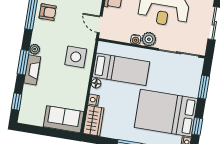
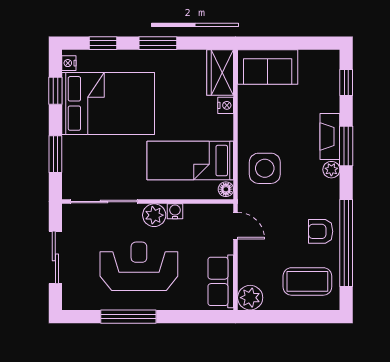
floor lamp: (96, 83) -> (226, 189), moved

